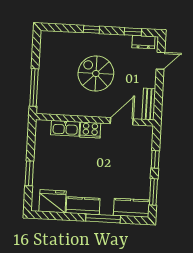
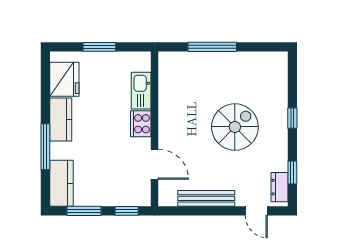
bench: (149, 104) -> (206, 198), width x1.36
wall: (95, 120) -> (154, 129), moved
door: (122, 121) -> (154, 164), moved
kitchen sink: (65, 128) -> (141, 91), moved
cooker: (90, 130) -> (141, 124), moved

